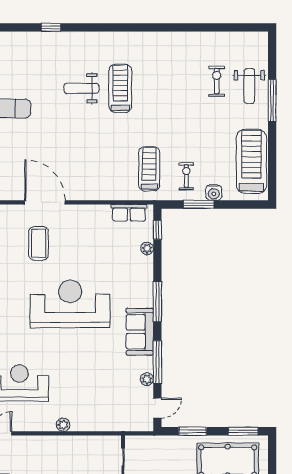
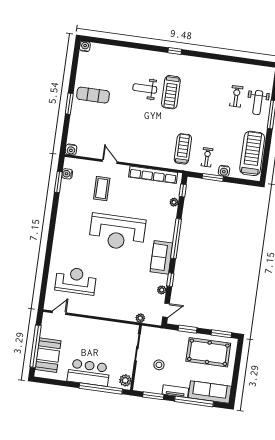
window: (51, 27) -> (175, 51), moved
treadmill: (120, 88) -> (171, 92), turned 180
door: (45, 202) -> (110, 162), width x0.53
row of seats: (129, 213) -> (153, 175), width x2.02
window: (157, 302) -> (176, 239), width x1.46
reception desk: (70, 304) -> (117, 232), turned 180
window: (157, 362) -> (170, 280), width x0.46
plant: (63, 425) -> (140, 318), moved

